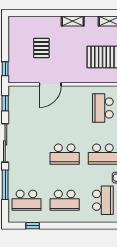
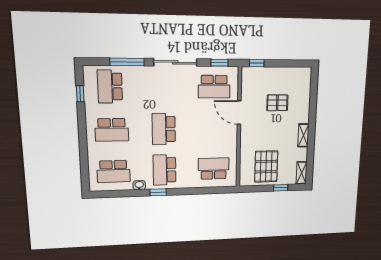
school desk: (26, 108) -> (214, 87), added
school desk: (65, 200) -> (112, 130), turned -90

